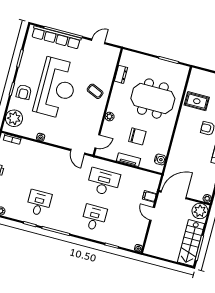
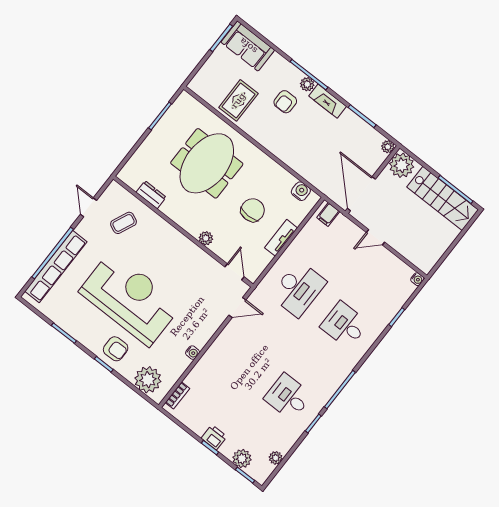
coffee table: (95, 91) -> (124, 223), moved
desk: (103, 182) -> (298, 289), turned 180
filing cabinet: (149, 196) -> (328, 215), moved

